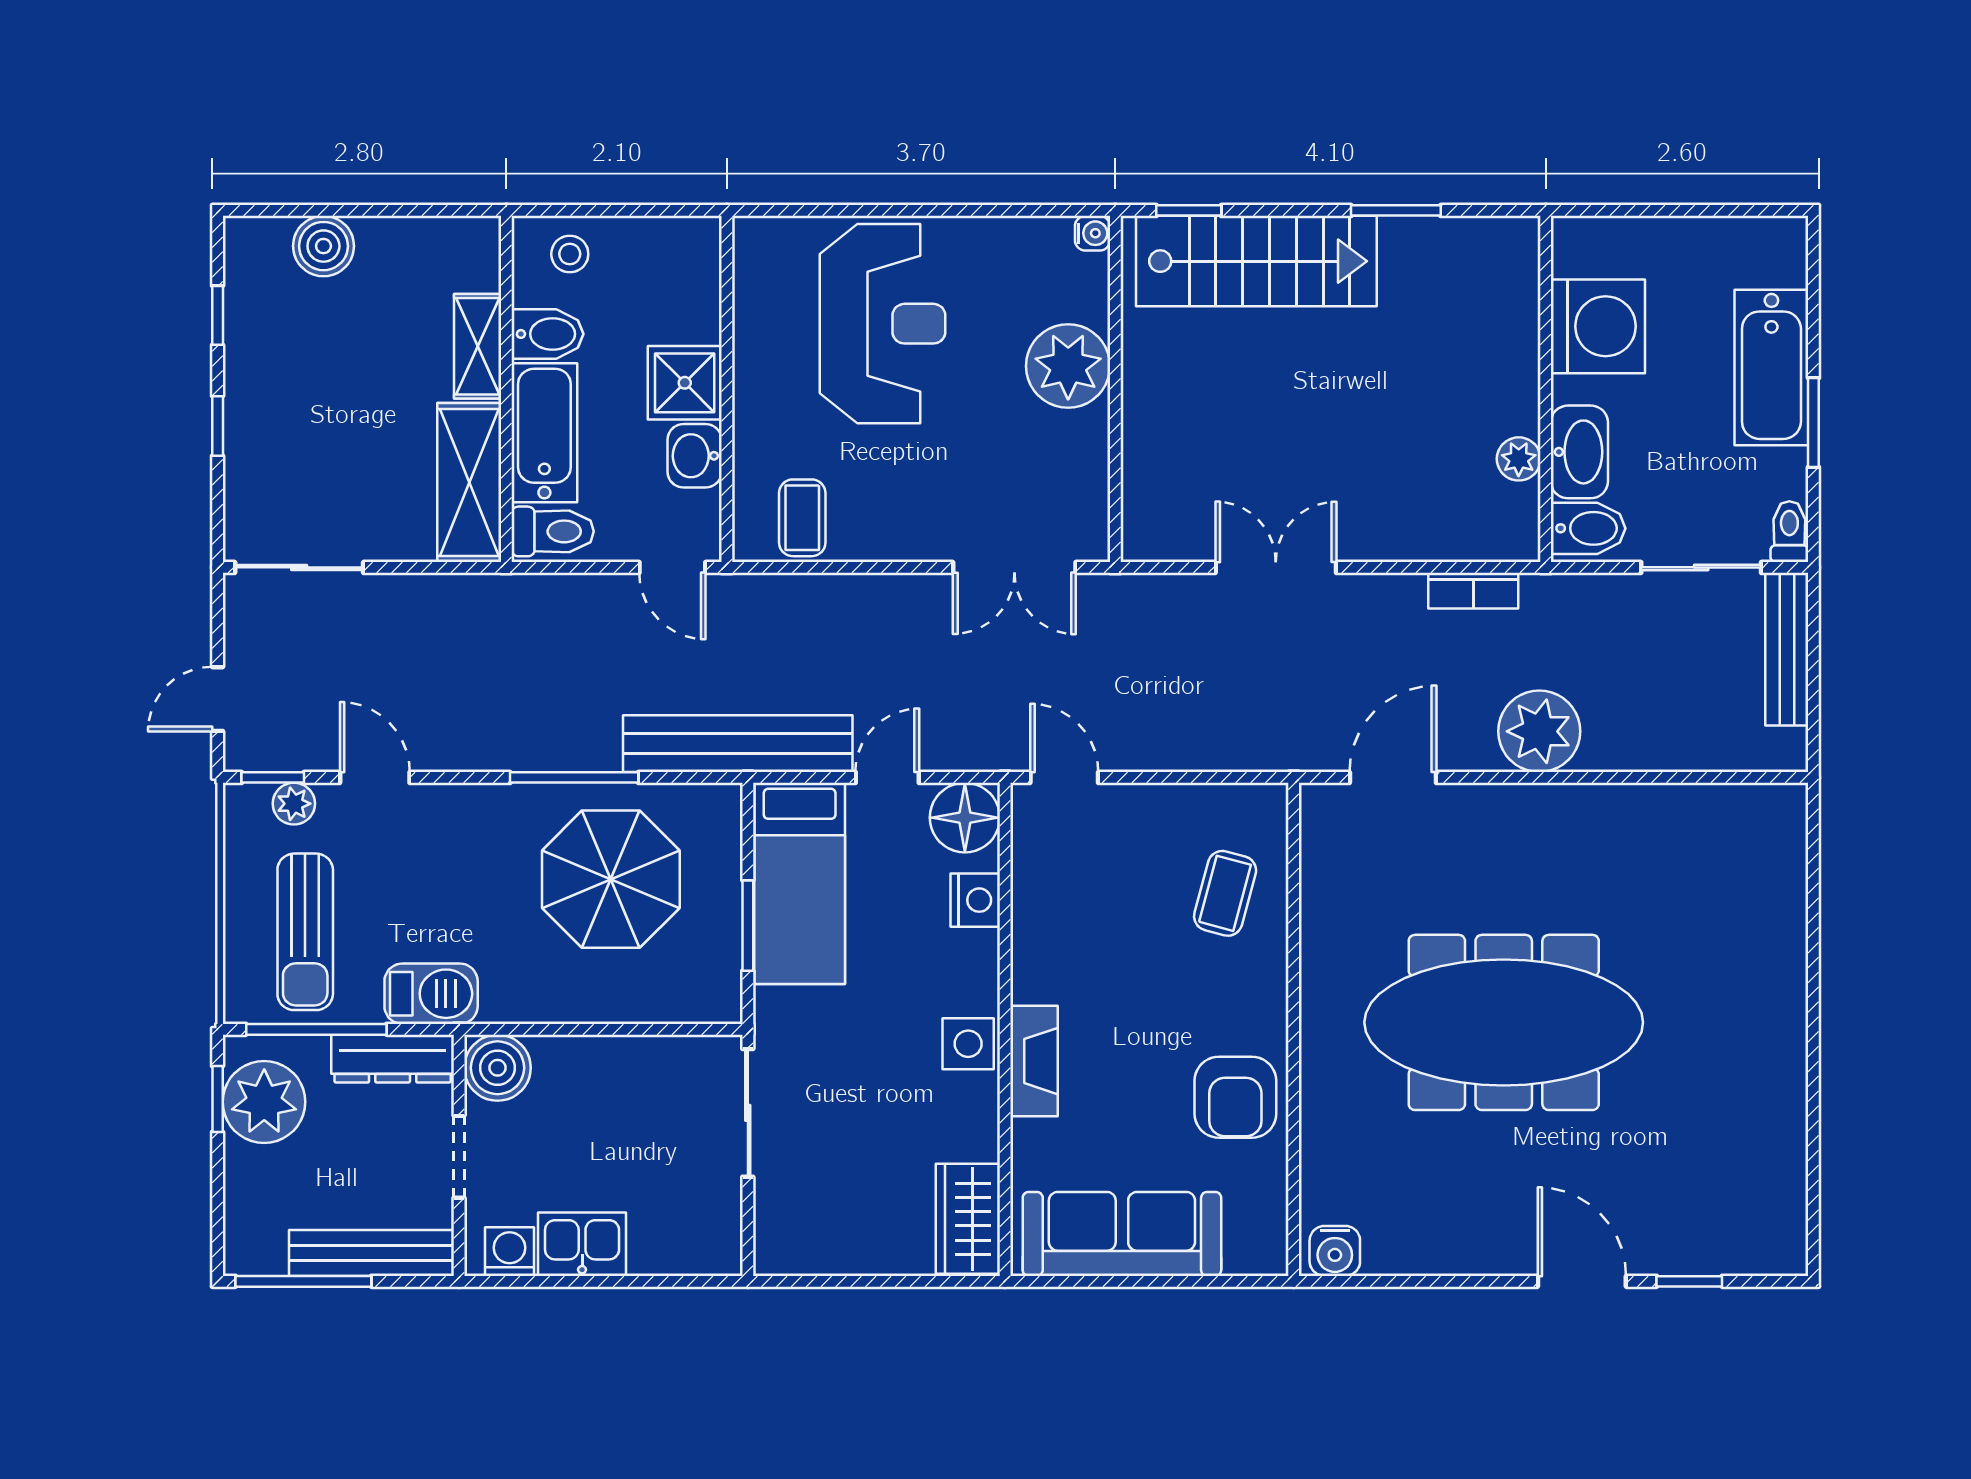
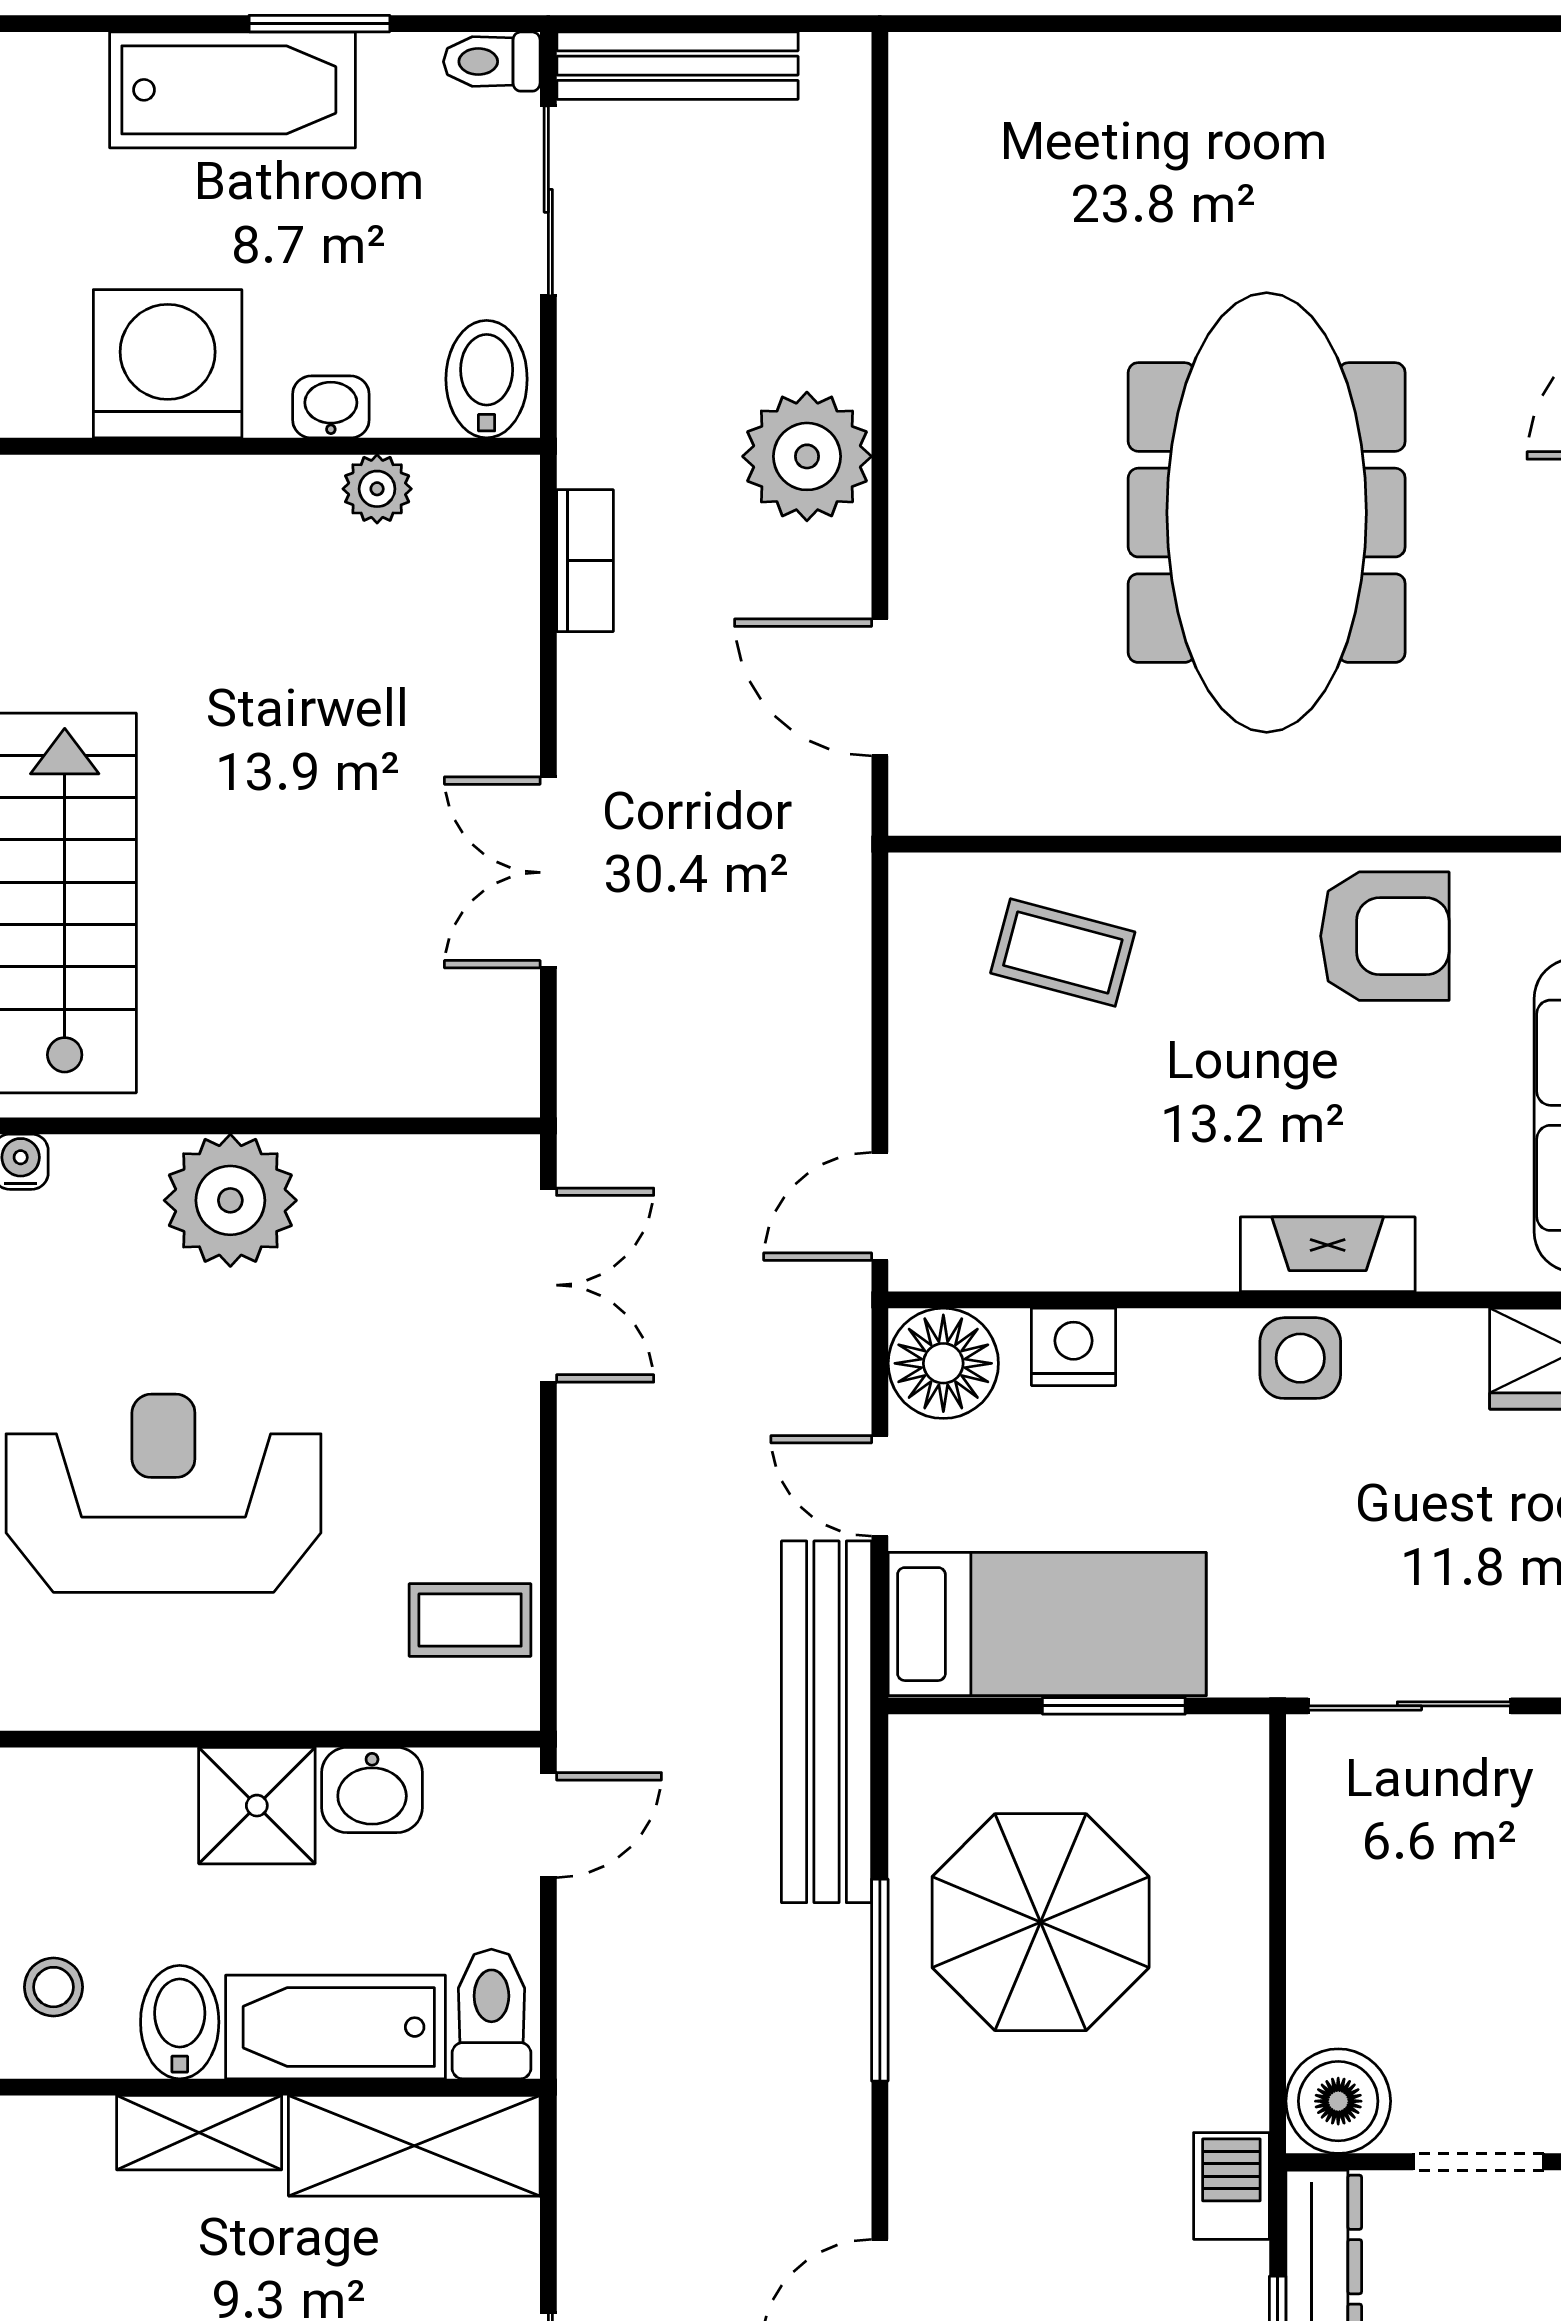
washbasin: (1579, 452) -> (331, 407), width x0.52, depth x0.69
barbecue: (431, 994) -> (1231, 2186), width x0.73, depth x0.79

